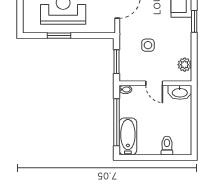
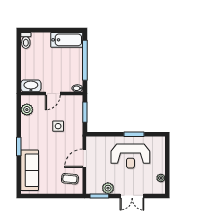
door: (154, 83) -> (53, 94), swing flipped
bathtub: (128, 136) -> (67, 40), moved, turned -90
toilet: (167, 146) -> (26, 40), moved

